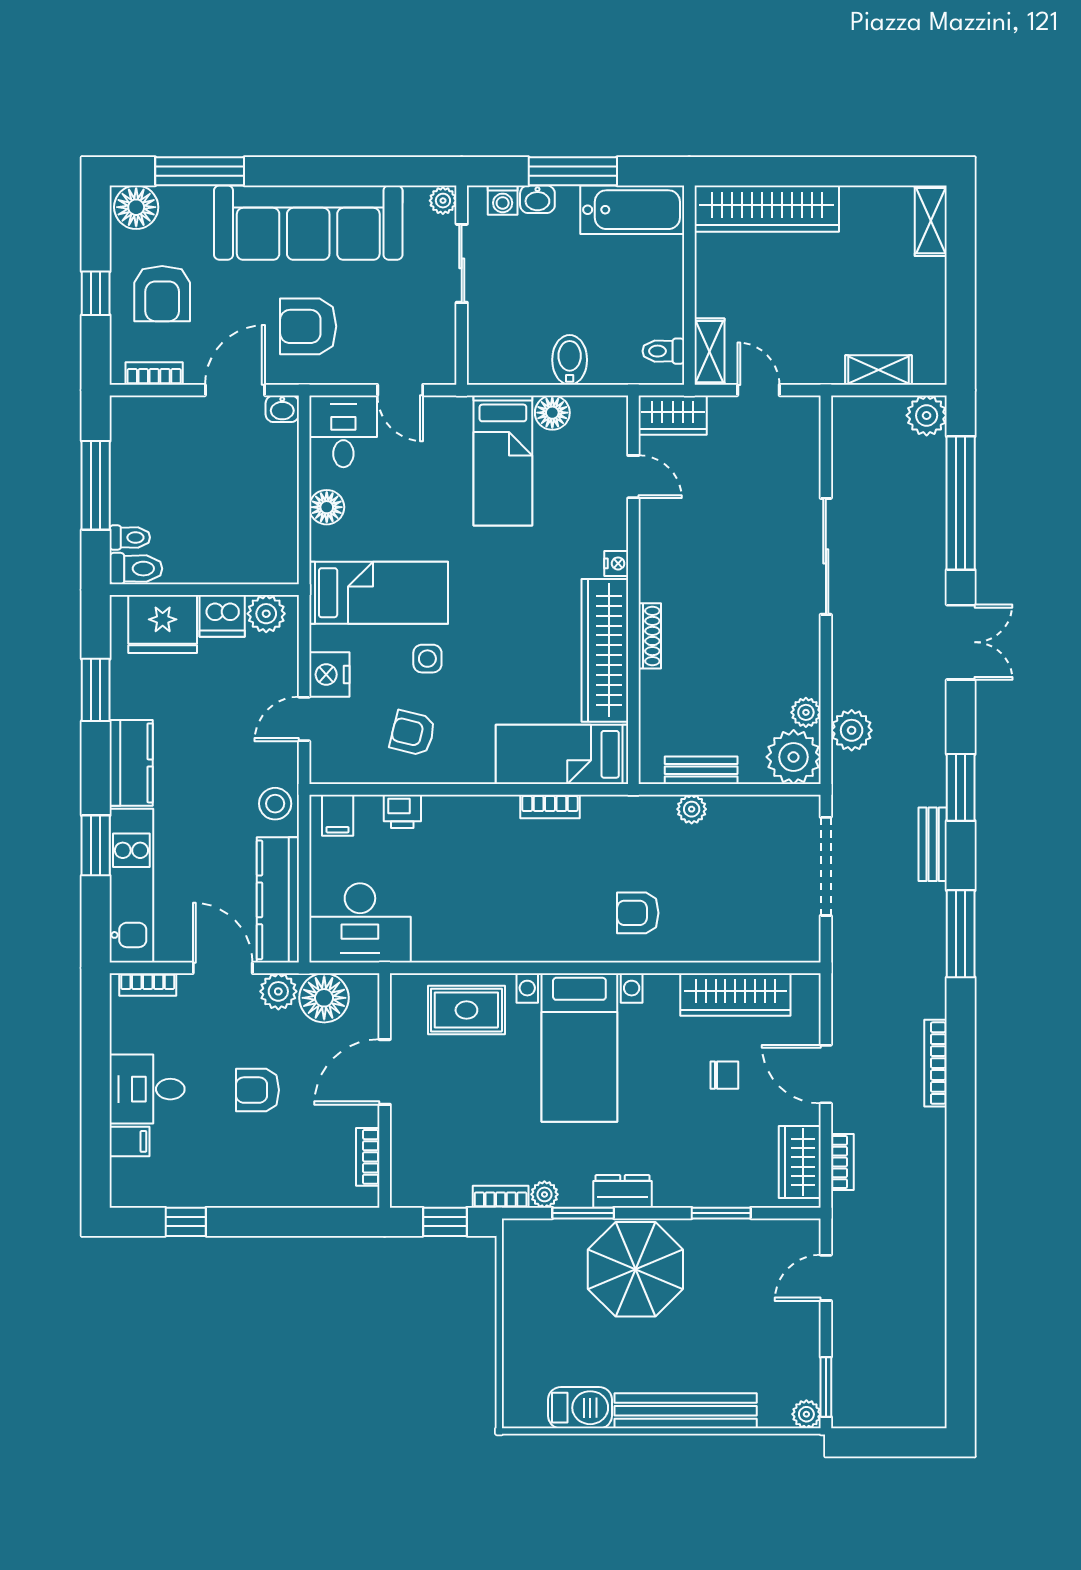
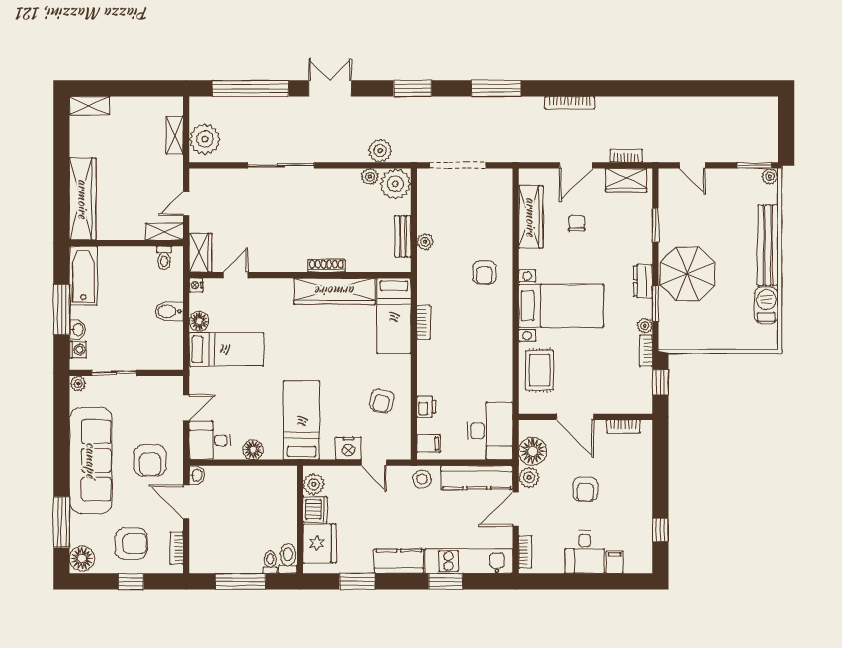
plant: (927, 415) -> (205, 139), moved, width x1.36, depth x1.36
nightstand: (616, 563) -> (196, 285), moved, turned -90
side table: (427, 659) -> (339, 392), removed
bench: (933, 844) -> (445, 104), removed

